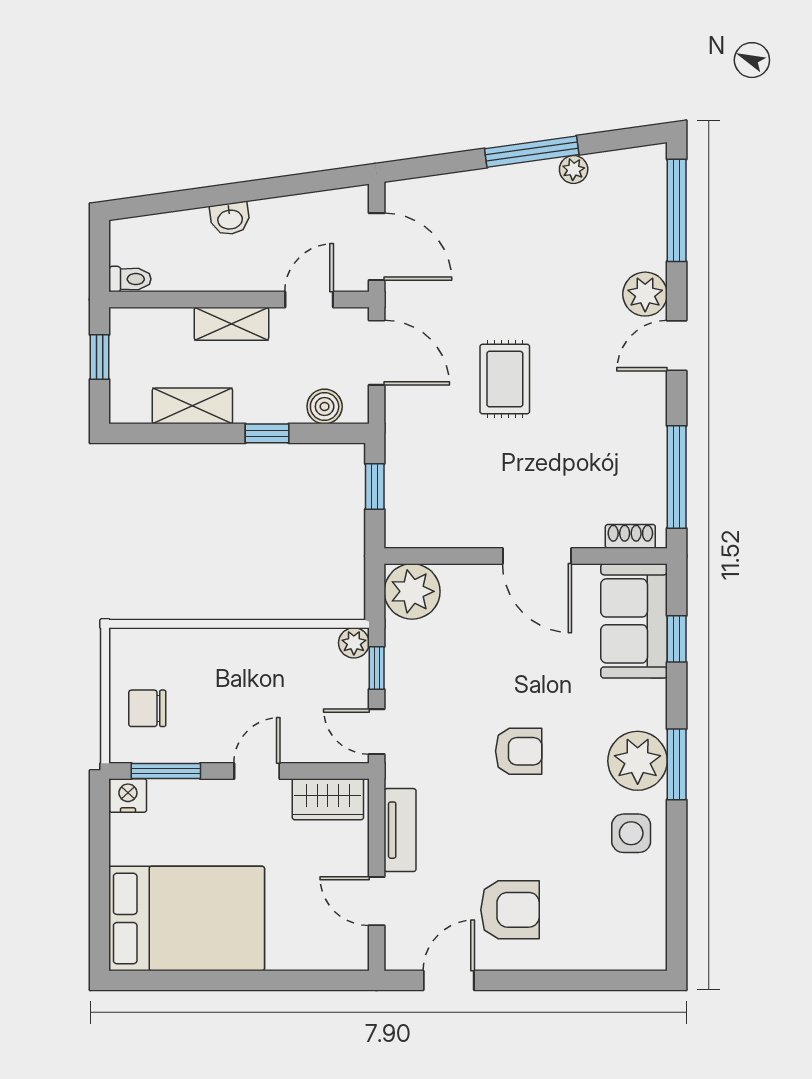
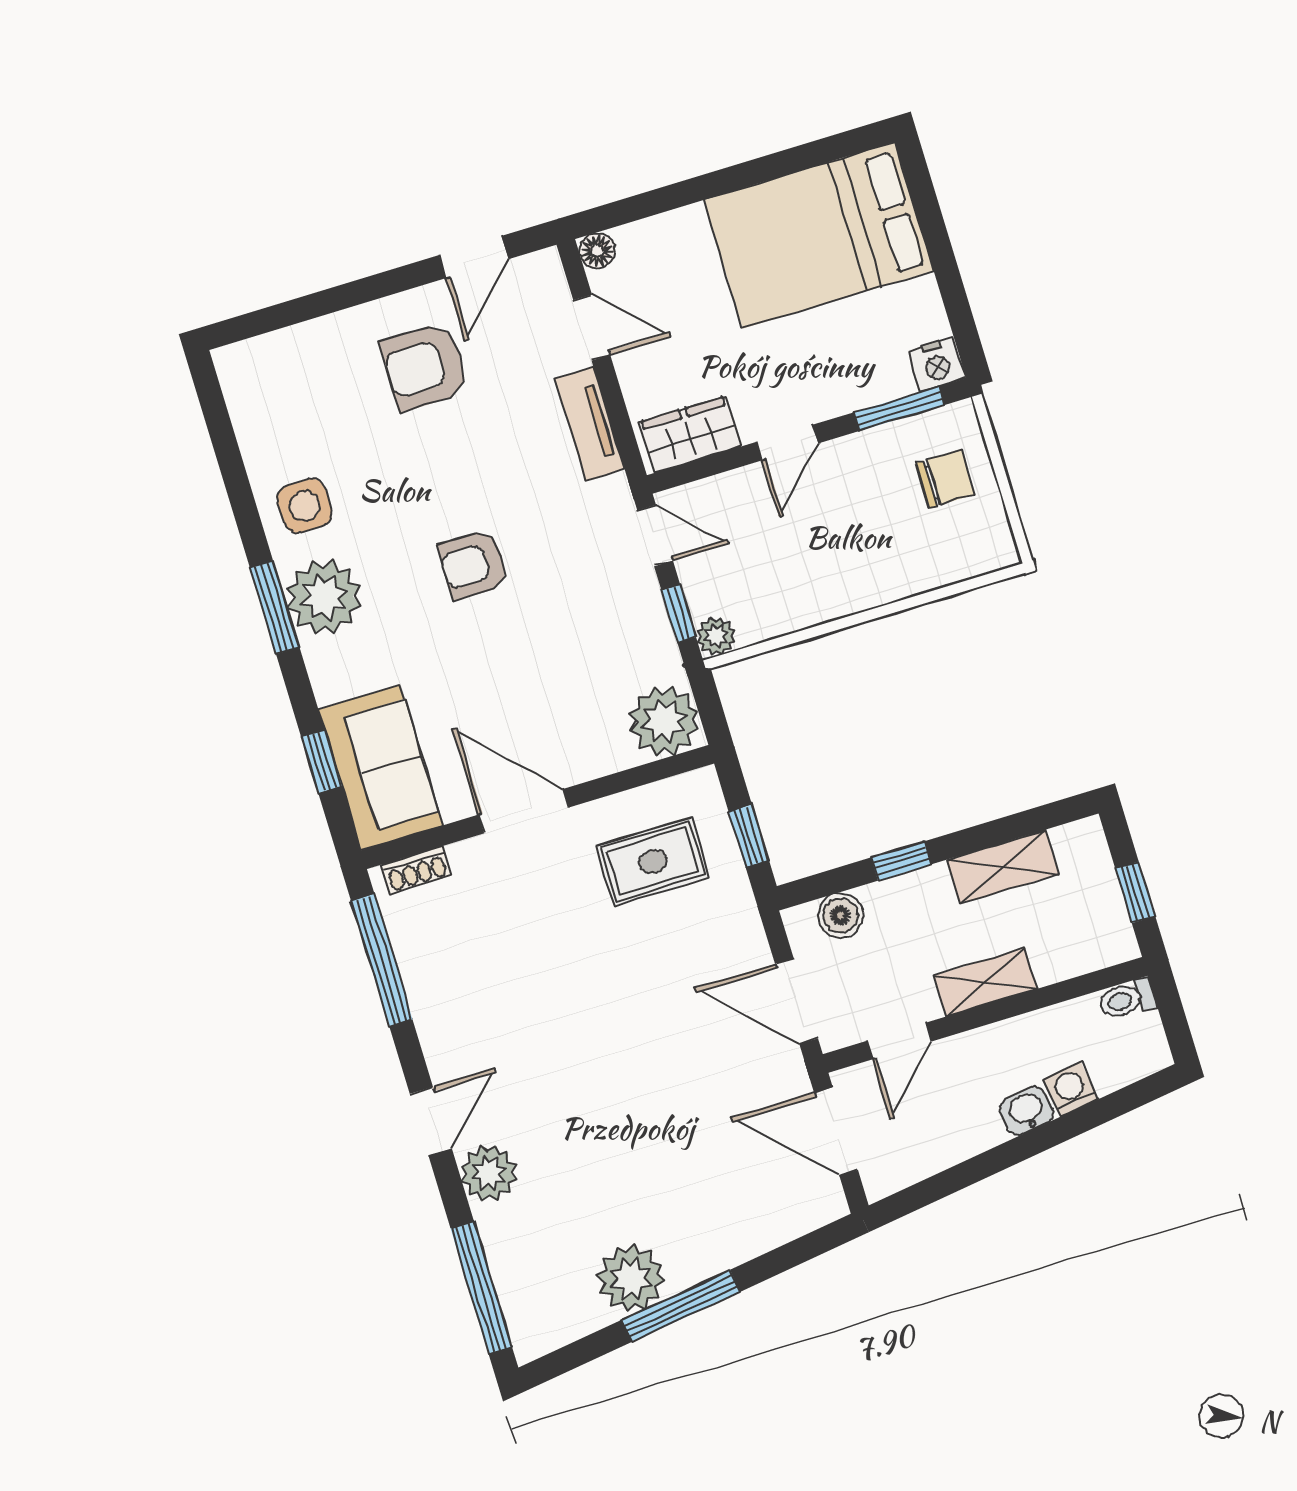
plant: (574, 169) -> (631, 1278), width x1.87, depth x1.87
washing machine: (192, 225) -> (1071, 1089), added
rug: (505, 379) -> (653, 861), moved, turned 90
floor lamp: (355, 957) -> (597, 251), added

